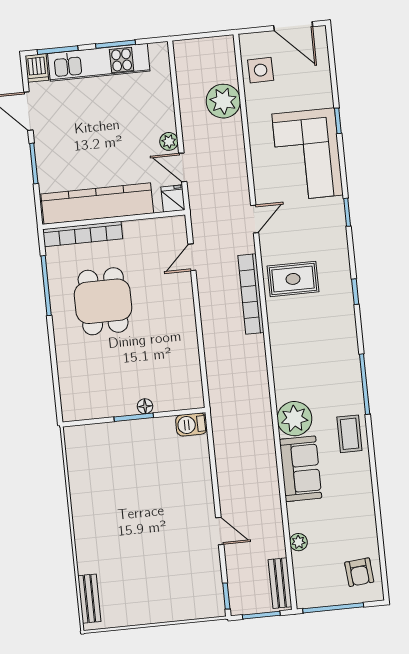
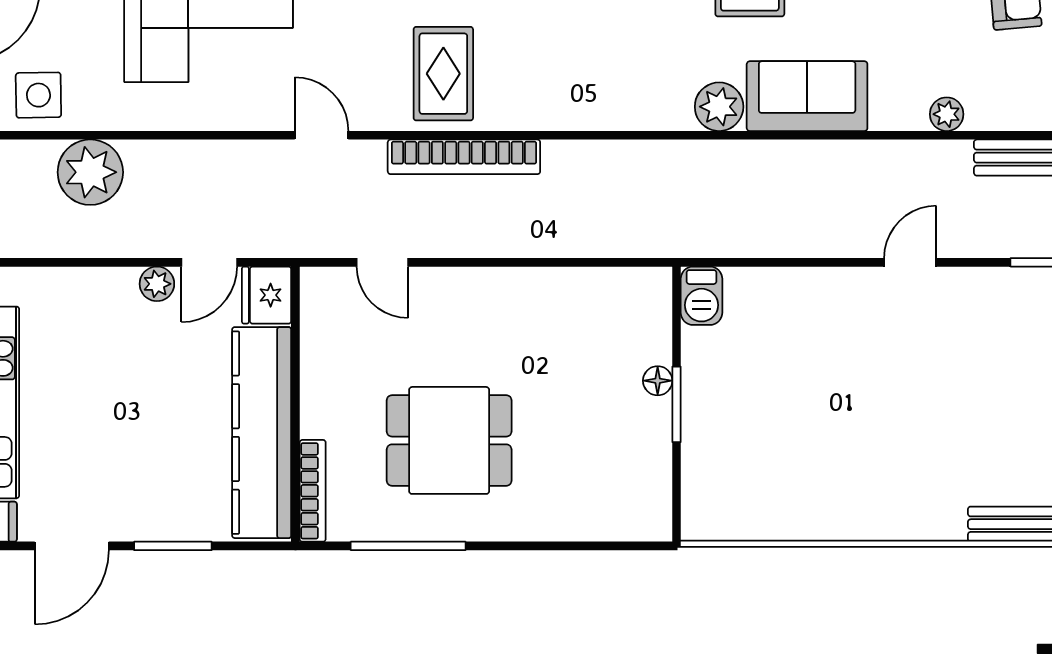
fridge: (173, 199) -> (267, 295), width x1.38
bookcase: (83, 234) -> (313, 491), width x0.68, depth x0.76
plant: (294, 419) -> (719, 107), width x0.73, depth x0.73

